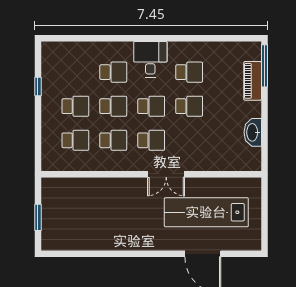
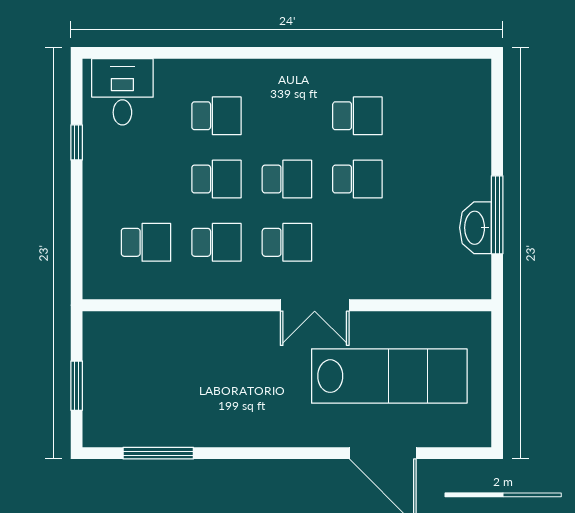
desk: (150, 59) -> (122, 92), moved
window: (264, 66) -> (497, 215), moved
piano: (253, 81) -> (475, 132), removed
school desk: (75, 106) -> (146, 179), removed
lab bench: (206, 212) -> (389, 376), turned 180
window: (82, 254) -> (158, 453), added

